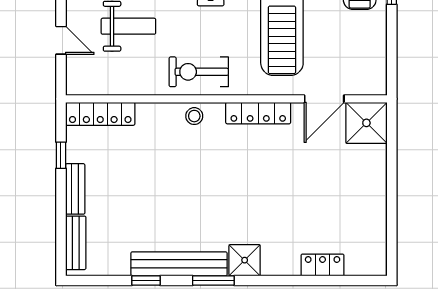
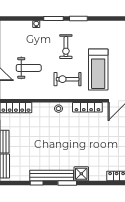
exercise bike: (199, 72) -> (68, 79), moved

